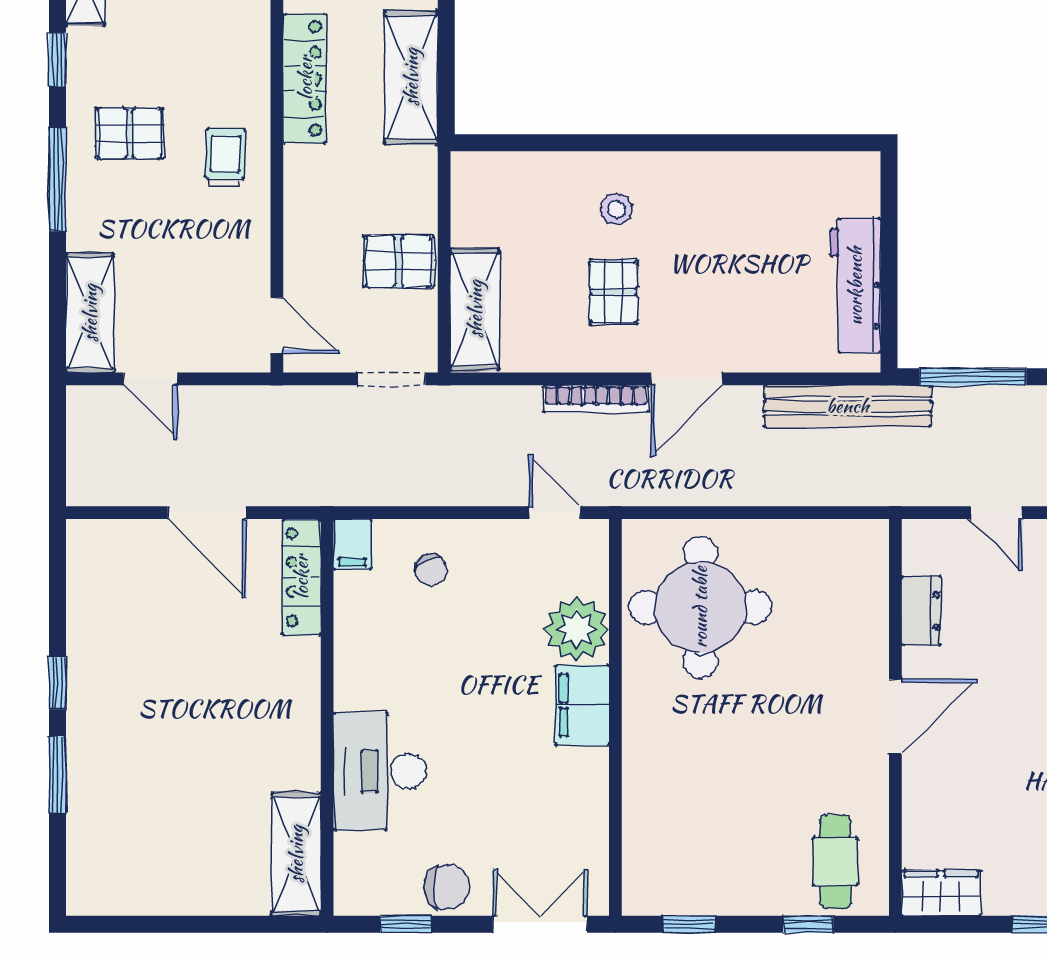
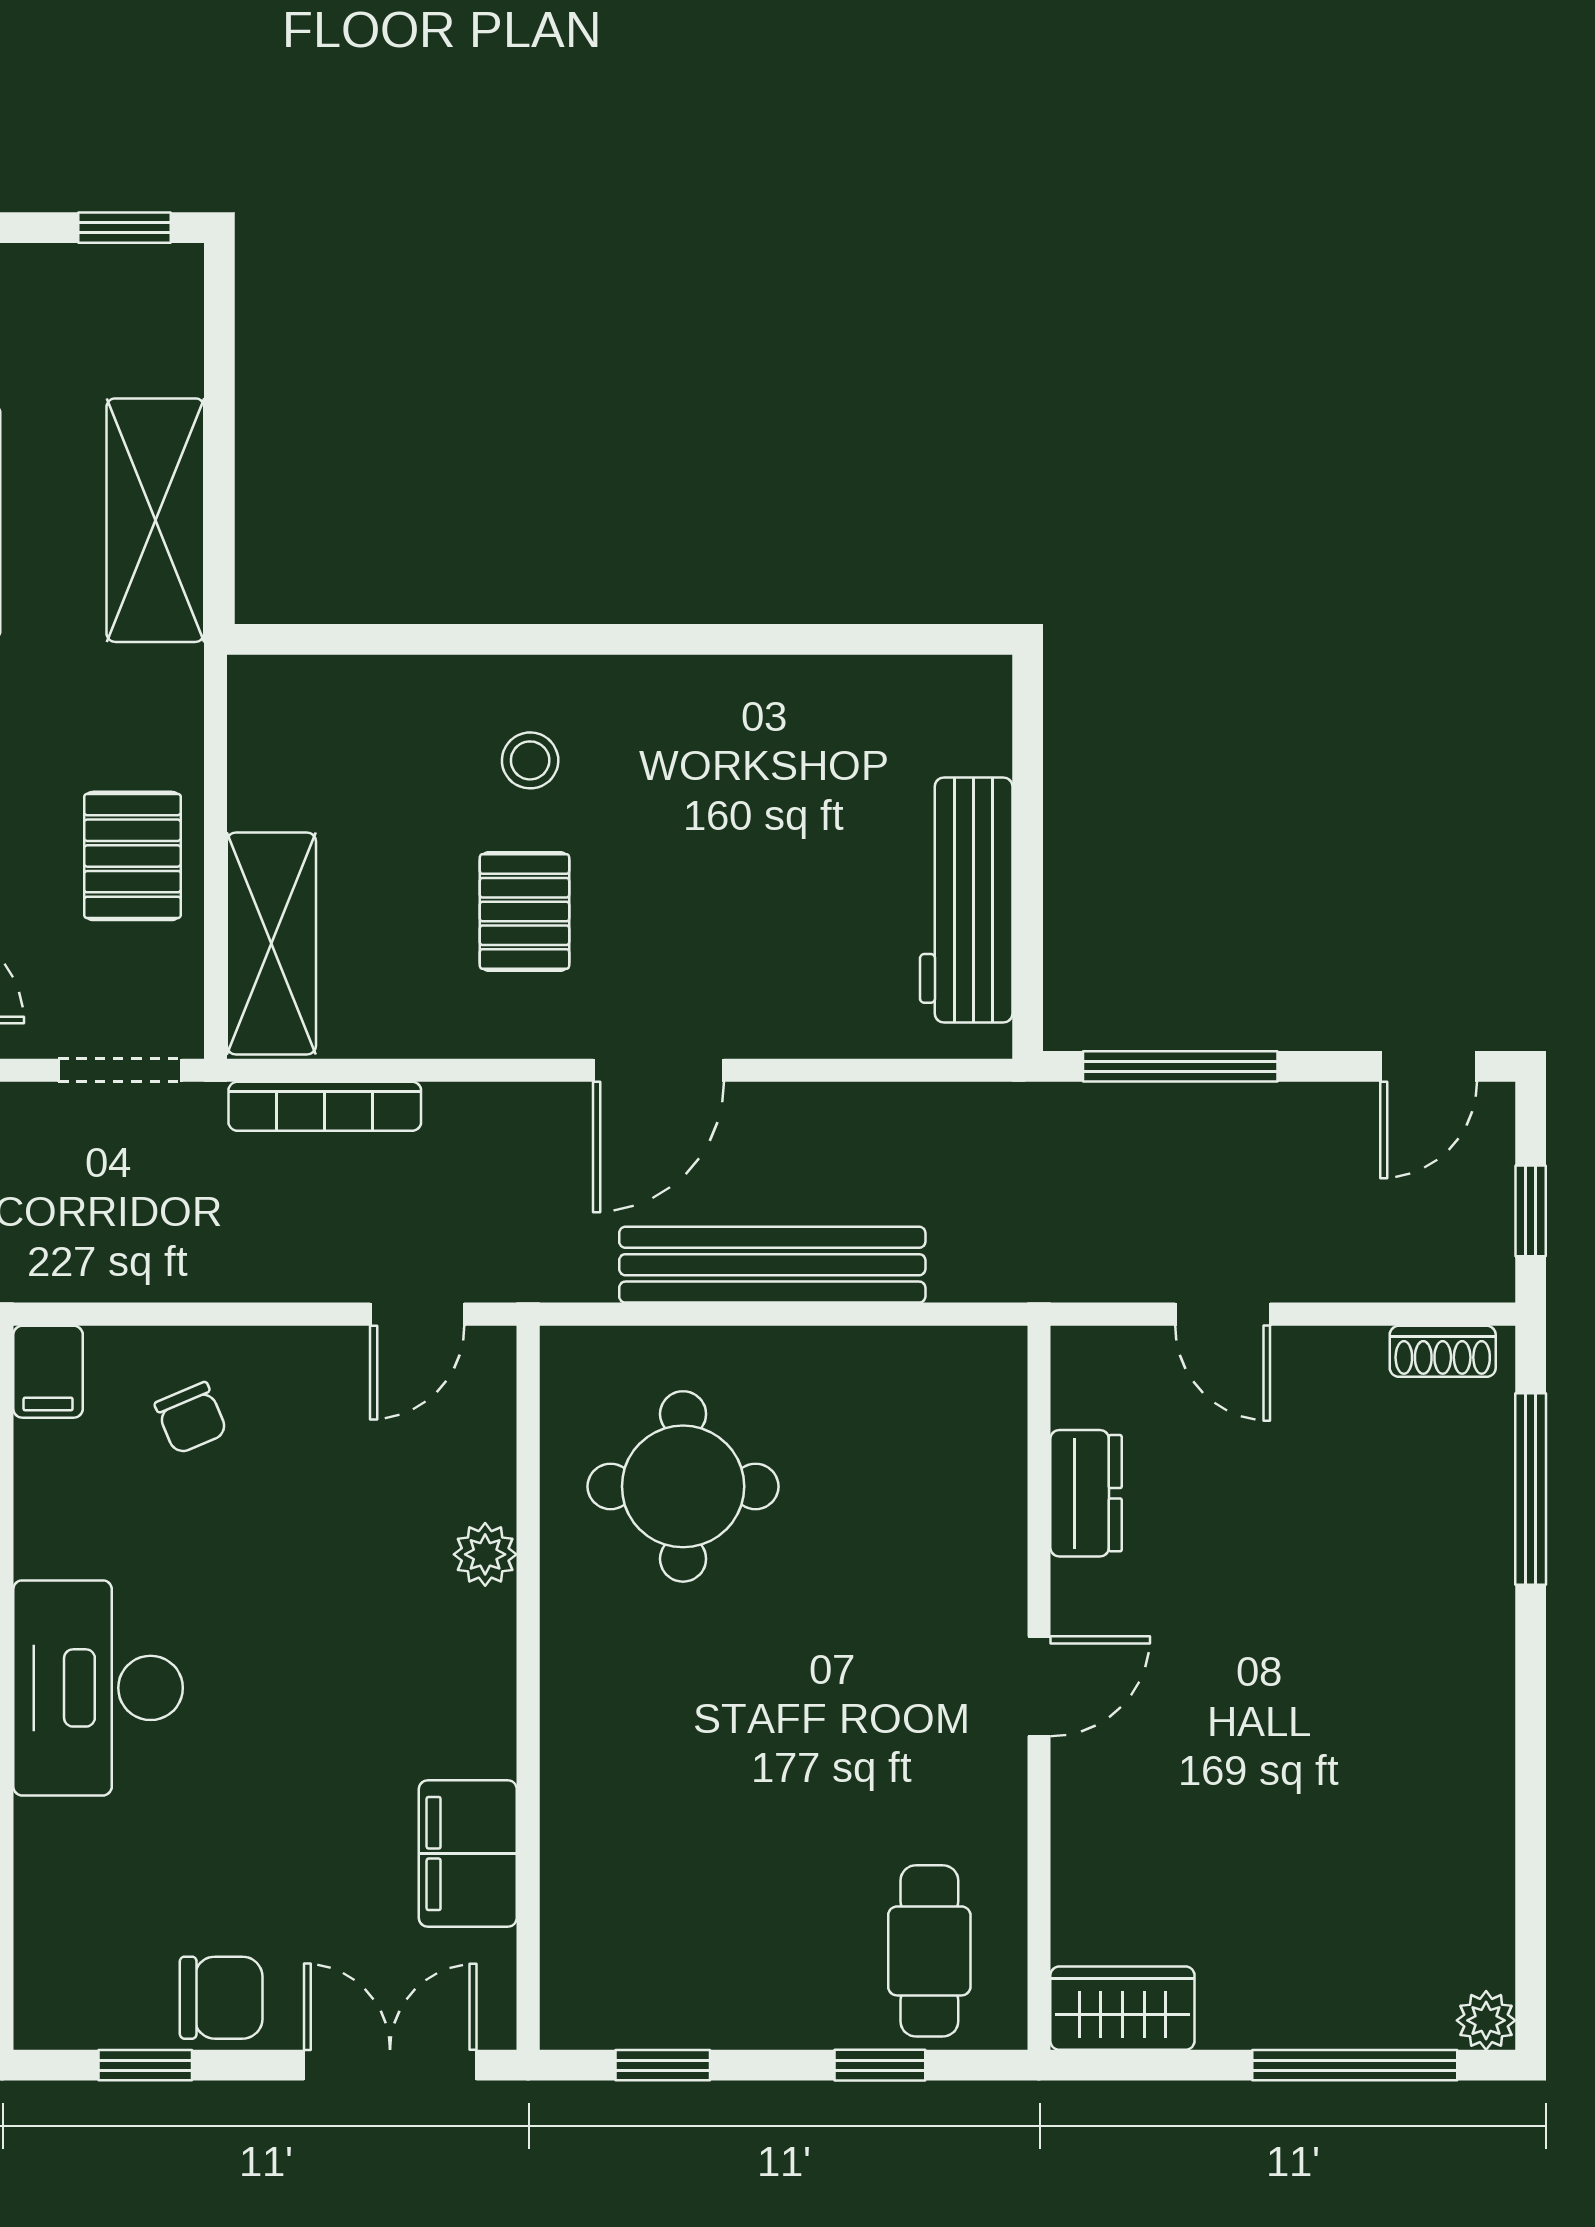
pallet: (399, 262) -> (132, 856), turned 90
bookcase: (596, 399) -> (325, 1106), moved
bench: (848, 406) -> (772, 1265), moved
door: (555, 513) -> (417, 1314), swing flipped
round table: (700, 607) -> (683, 1486), width x0.73, depth x0.73
plant: (577, 629) -> (485, 1554), width x0.53, depth x0.53
filing cabinet: (582, 705) -> (468, 1854), moved
door: (895, 717) -> (1039, 1686), width x0.73
desk: (380, 771) -> (98, 1688), moved

